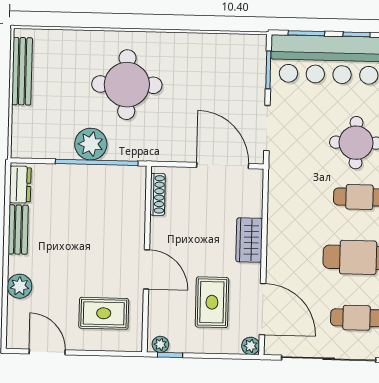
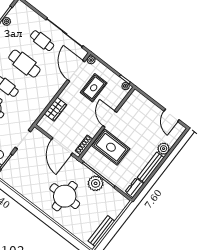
door: (223, 165) -> (62, 146), moved
bench: (18, 230) -> (151, 168), width x1.36
wardrobe: (249, 240) -> (55, 109), moved
rug: (104, 313) -> (111, 147), moved, width x1.36, depth x1.43

